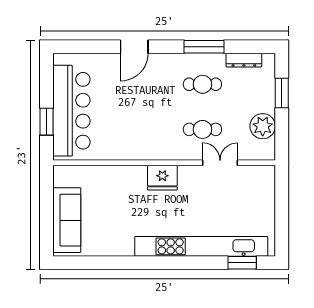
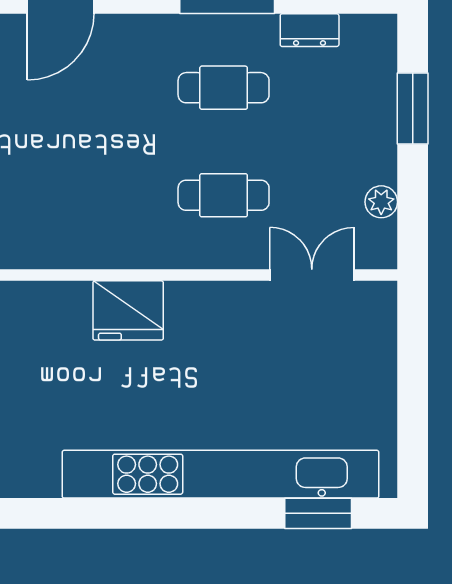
dresser: (244, 60) -> (310, 30), width x0.70
plant: (263, 126) -> (381, 202), width x0.53, depth x0.53
double door: (220, 163) -> (312, 275), moved

